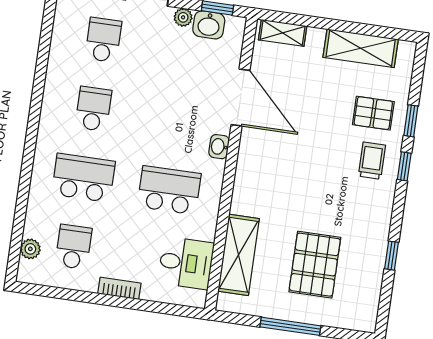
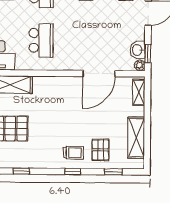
plant: (183, 17) -> (140, 65), moved
window: (411, 121) -> (113, 172), moved
washbasin: (219, 147) -> (70, 65), removed

